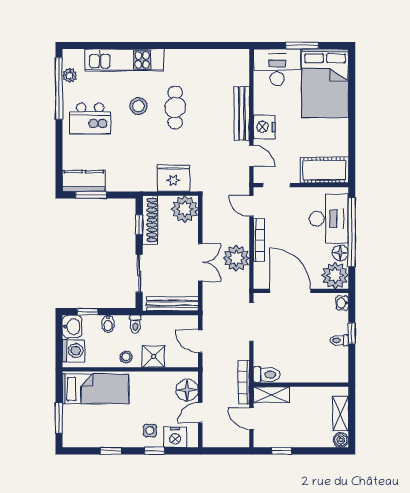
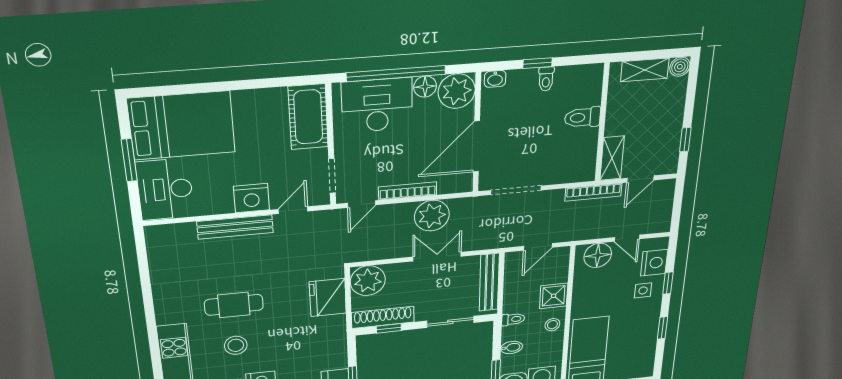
toilet: (267, 375) -> (582, 117), moved, turned -90

